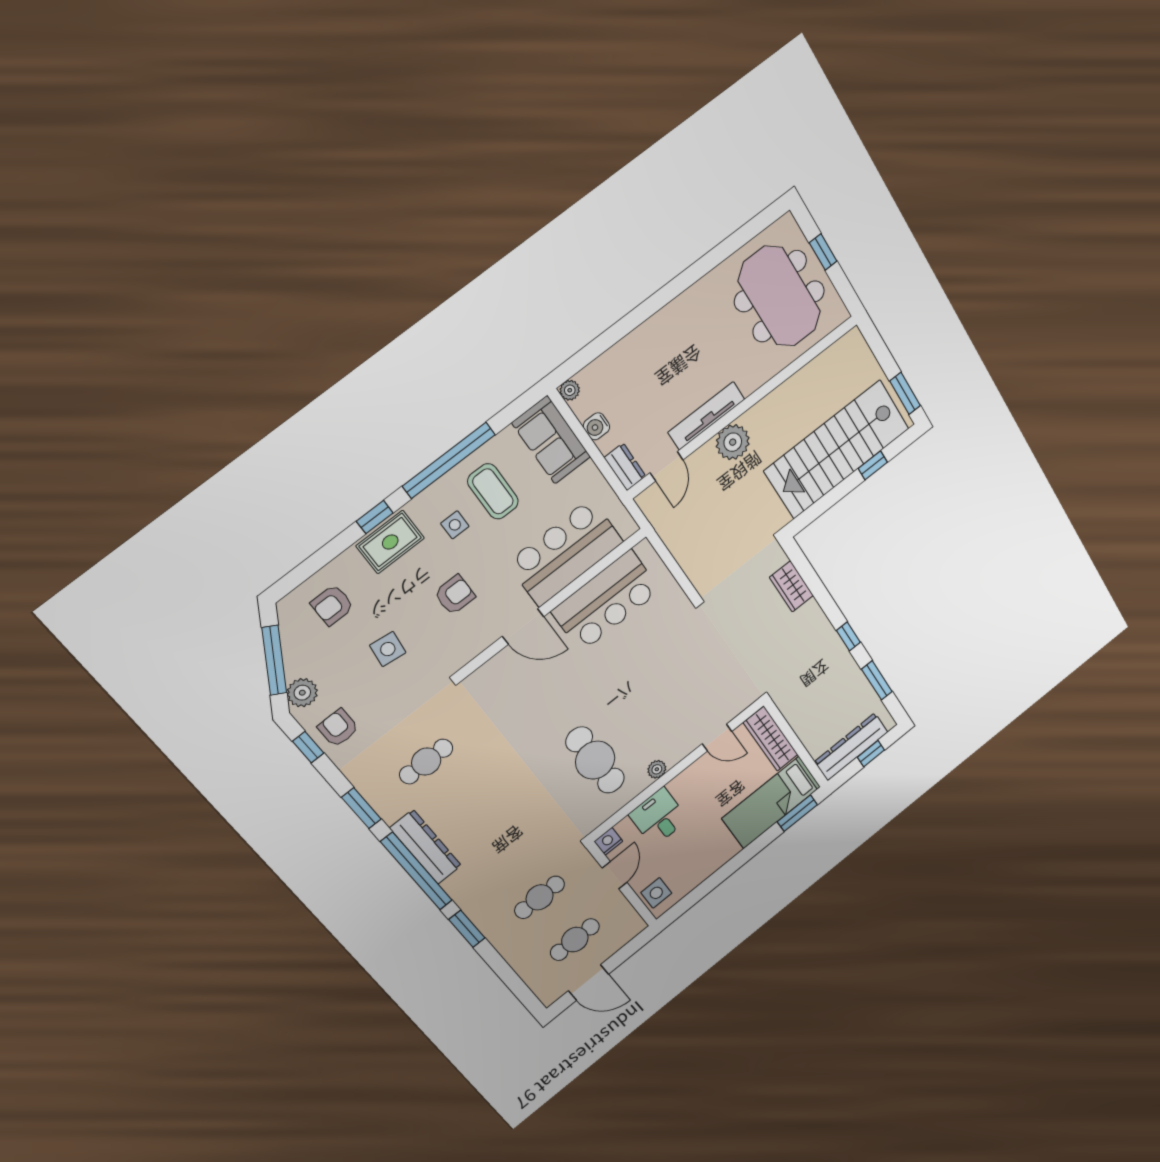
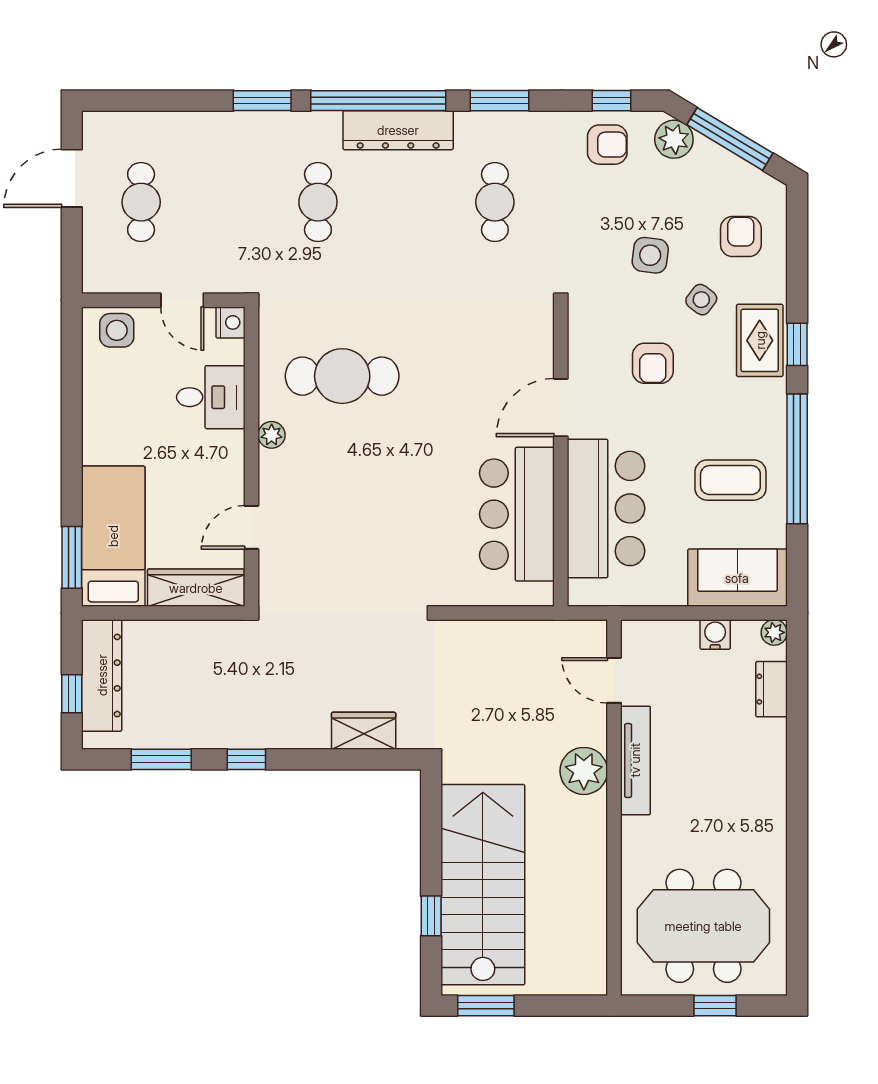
dresser: (625, 467) -> (771, 689), moved, turned 90
side table: (455, 525) -> (701, 300), moved, turned 37
cafe table: (540, 897) -> (318, 202), moved

